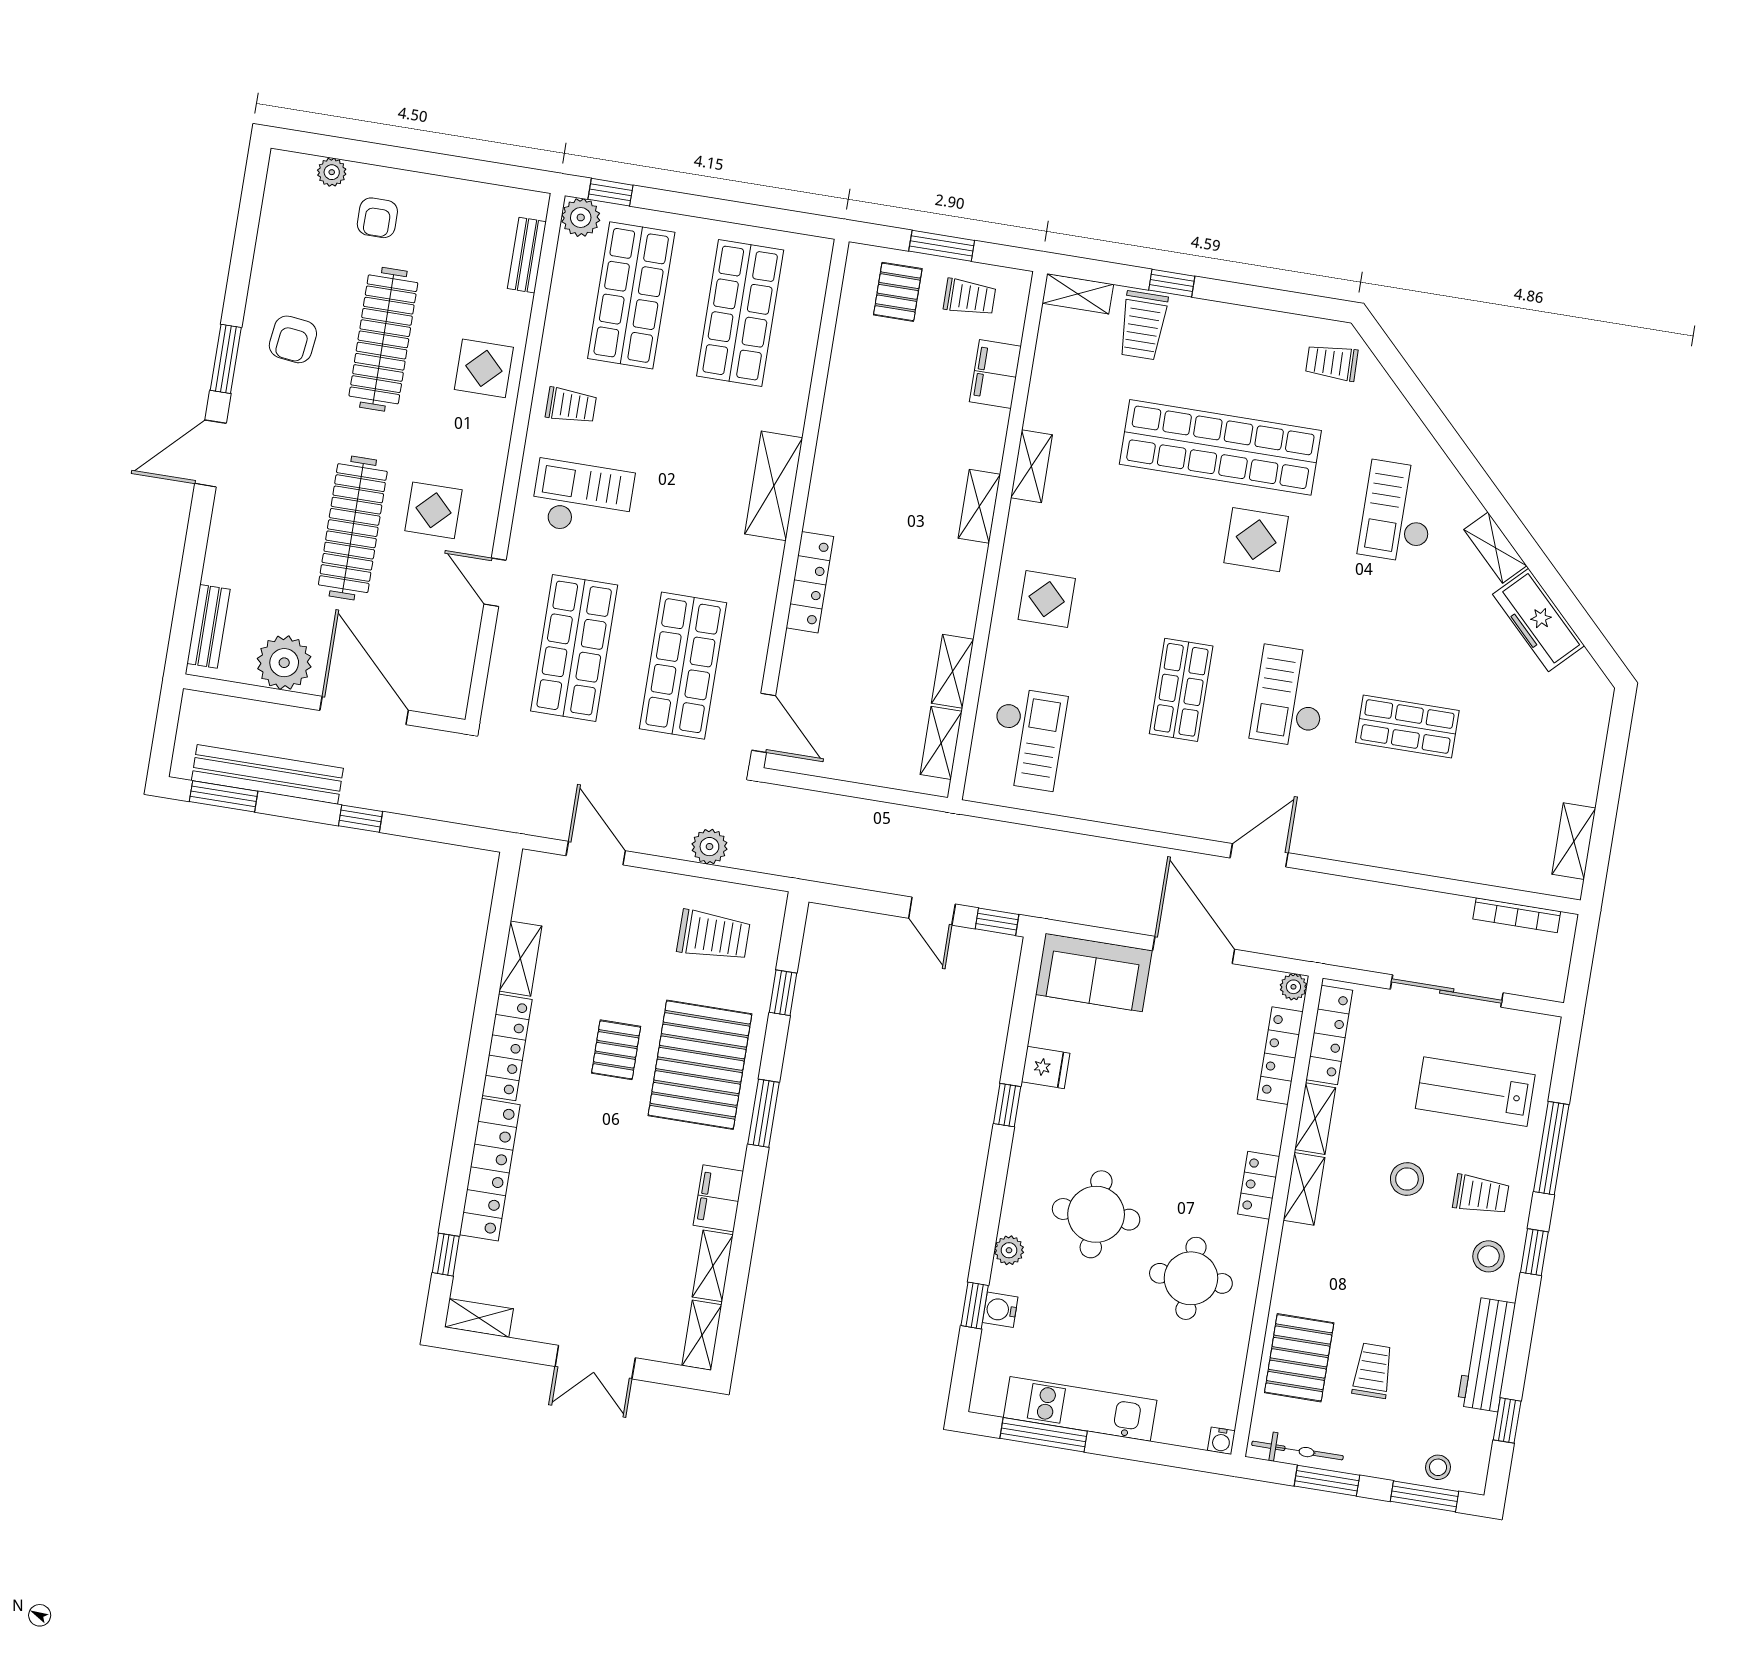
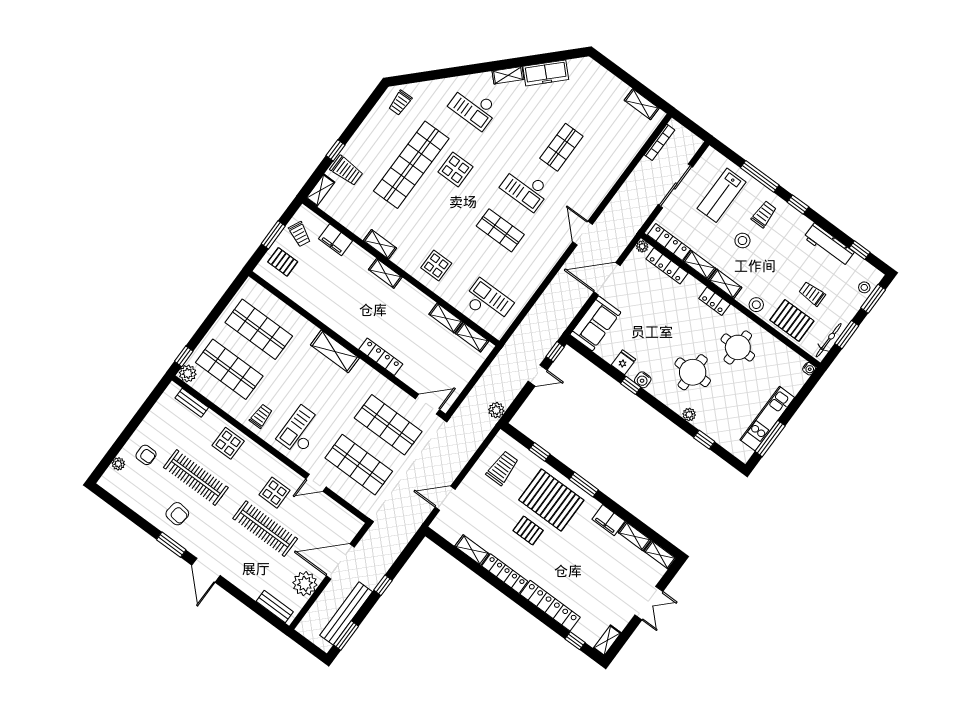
trolley: (970, 297) -> (300, 234), turned 116
plant: (709, 847) -> (496, 410), moved
stool: (1488, 1256) -> (756, 305), moved
water cooler: (1000, 1310) -> (643, 380), moved

